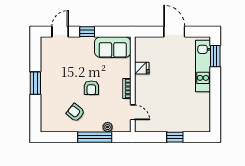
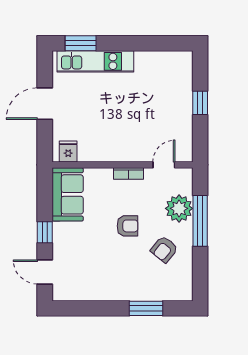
fridge: (142, 68) -> (68, 152), moved
window: (35, 83) -> (146, 308), moved
plant: (108, 127) -> (179, 208), width x1.88, depth x1.88

